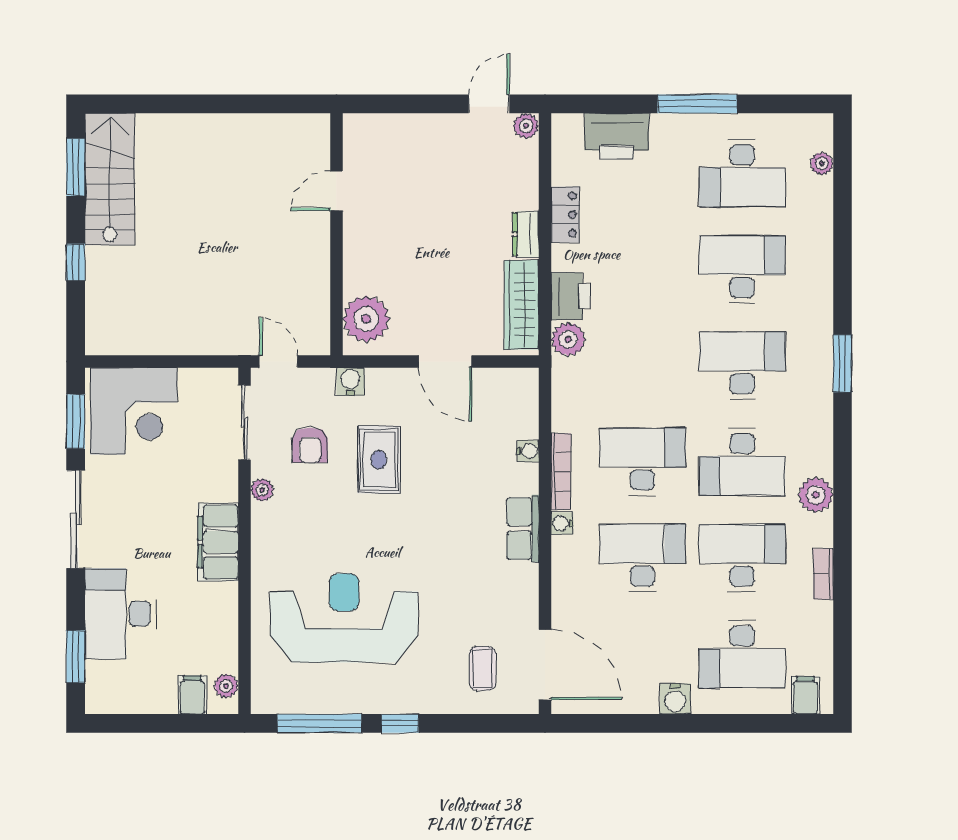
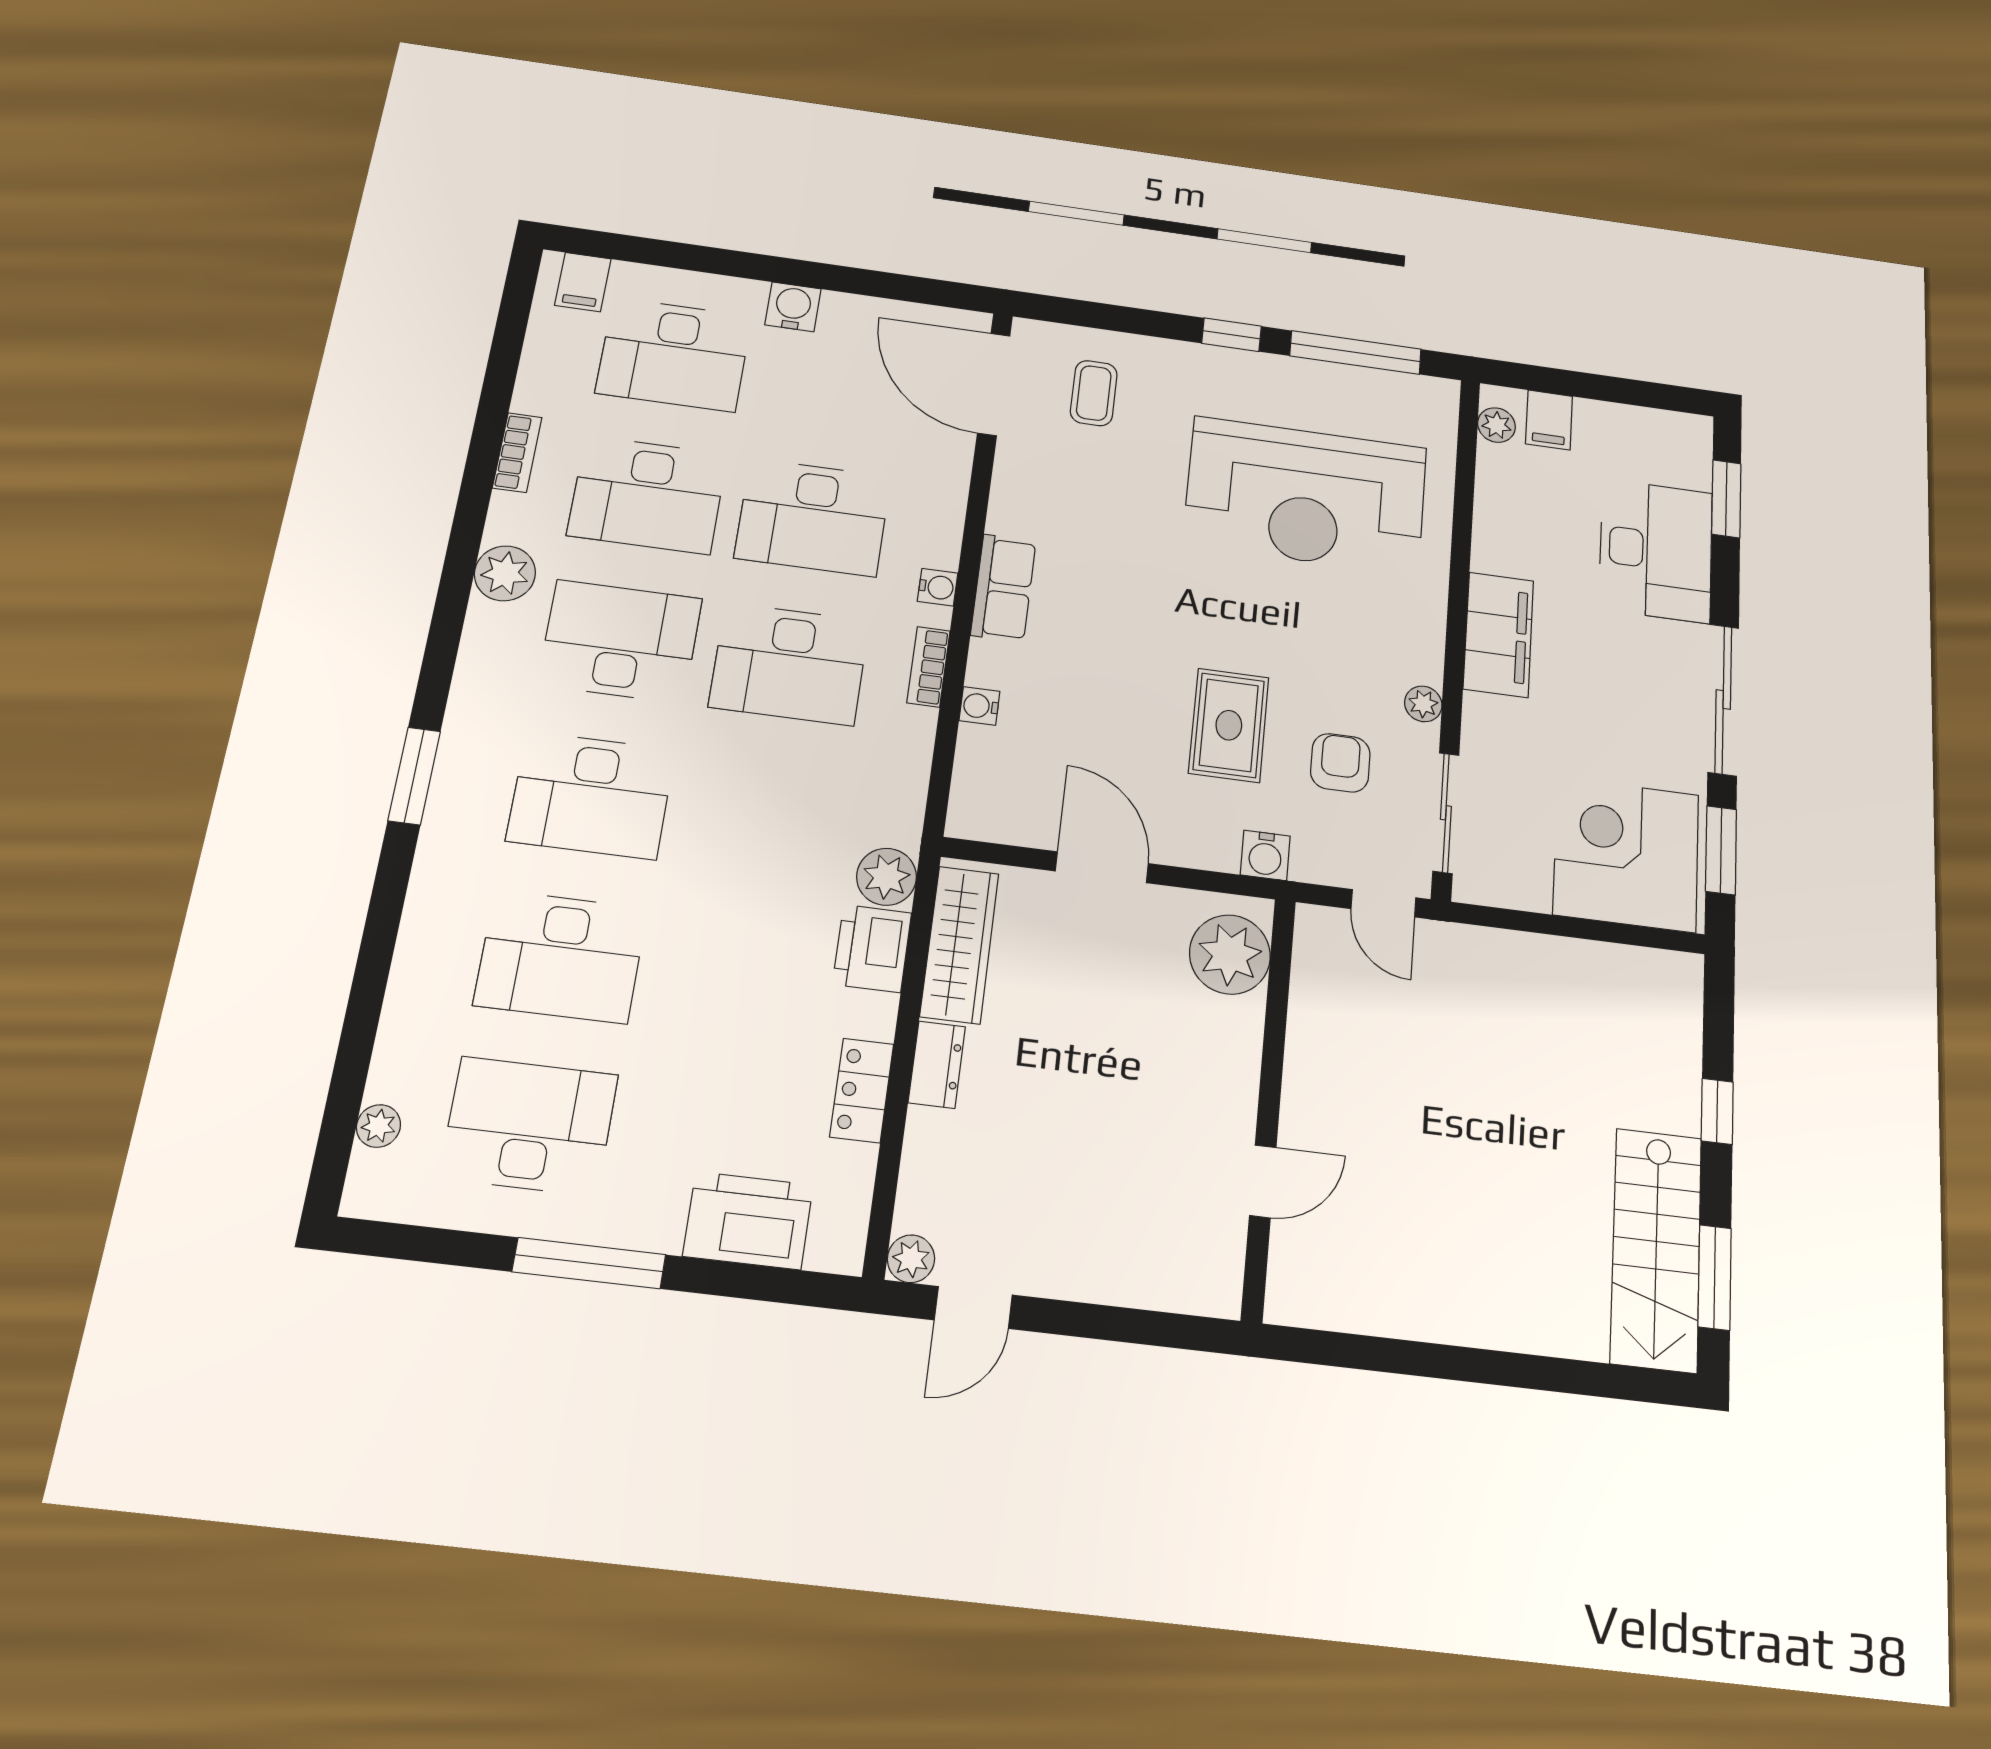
bookcase: (561, 471) -> (928, 667), width x0.64
desk: (742, 654) -> (674, 354), turned 180

